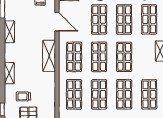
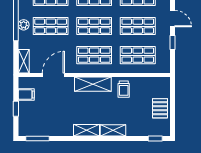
shelving: (9, 32) -> (87, 130), moved
trolley: (23, 96) -> (124, 89), moved

